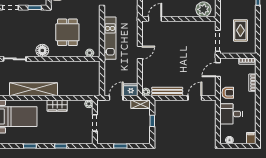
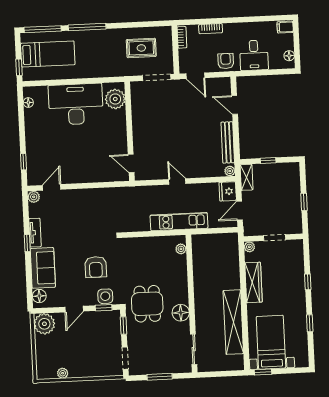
dining table: (67, 32) -> (147, 304), moved, turned 90
kitchen unit: (110, 38) -> (179, 222), moved
door: (116, 98) -> (240, 211), hinge flipped
wardrobe: (57, 106) -> (253, 282), width x1.50

